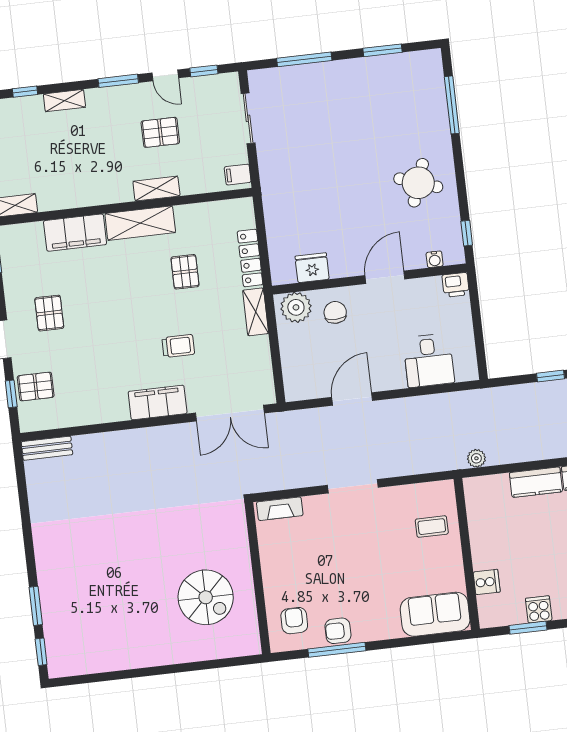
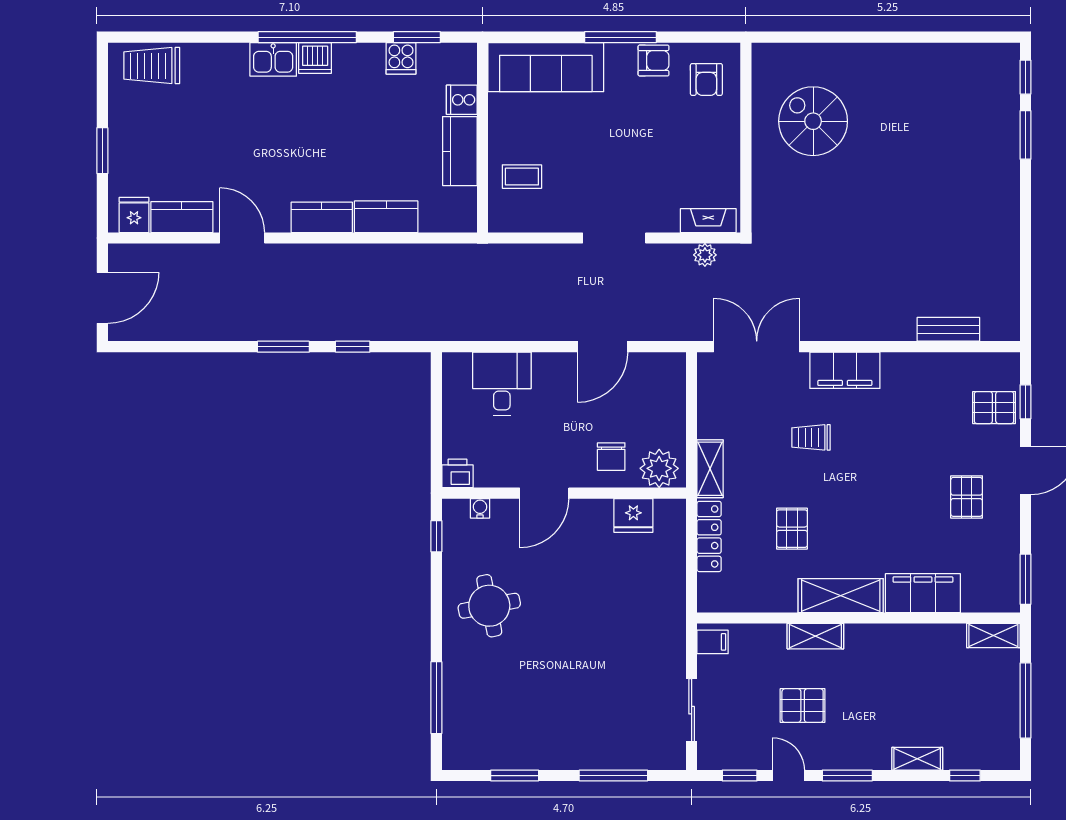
round table: (418, 183) -> (489, 606), turned -30
bench: (47, 448) -> (948, 329), moved
plant: (476, 458) -> (705, 255), moved
kitchen counter: (483, 541) -> (460, 151), added
sofa: (435, 614) -> (546, 67), width x1.36
window: (337, 650) -> (620, 37), moved

